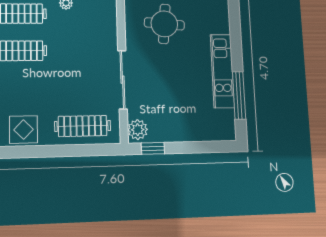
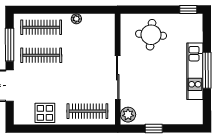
window: (239, 95) -> (207, 70), moved
window: (153, 148) -> (154, 128), moved

